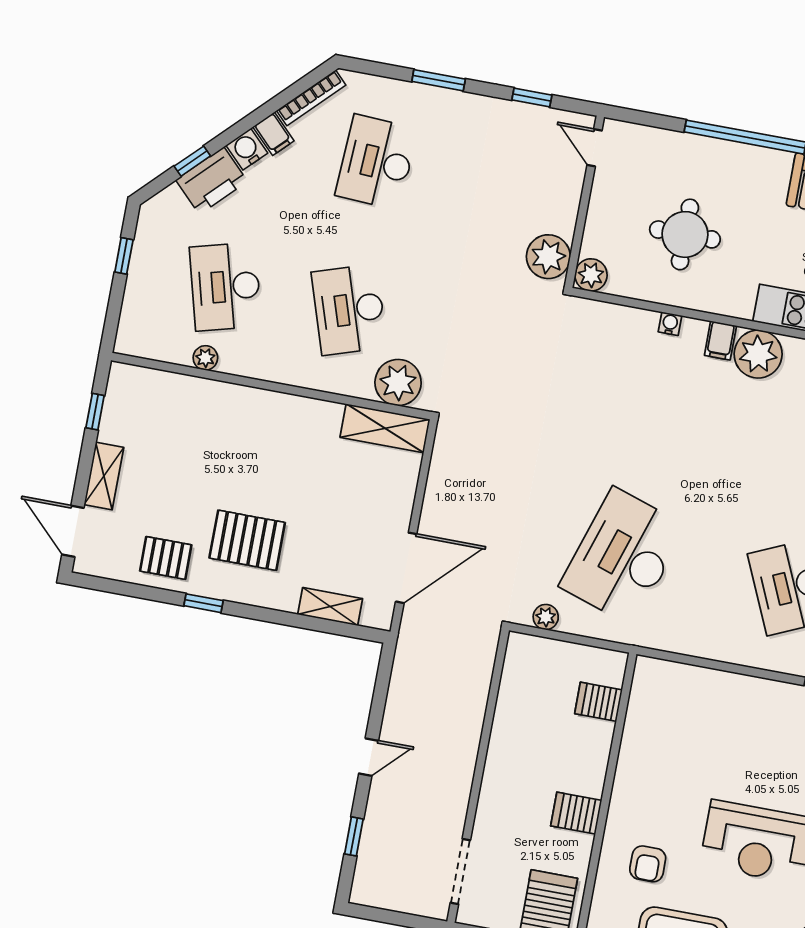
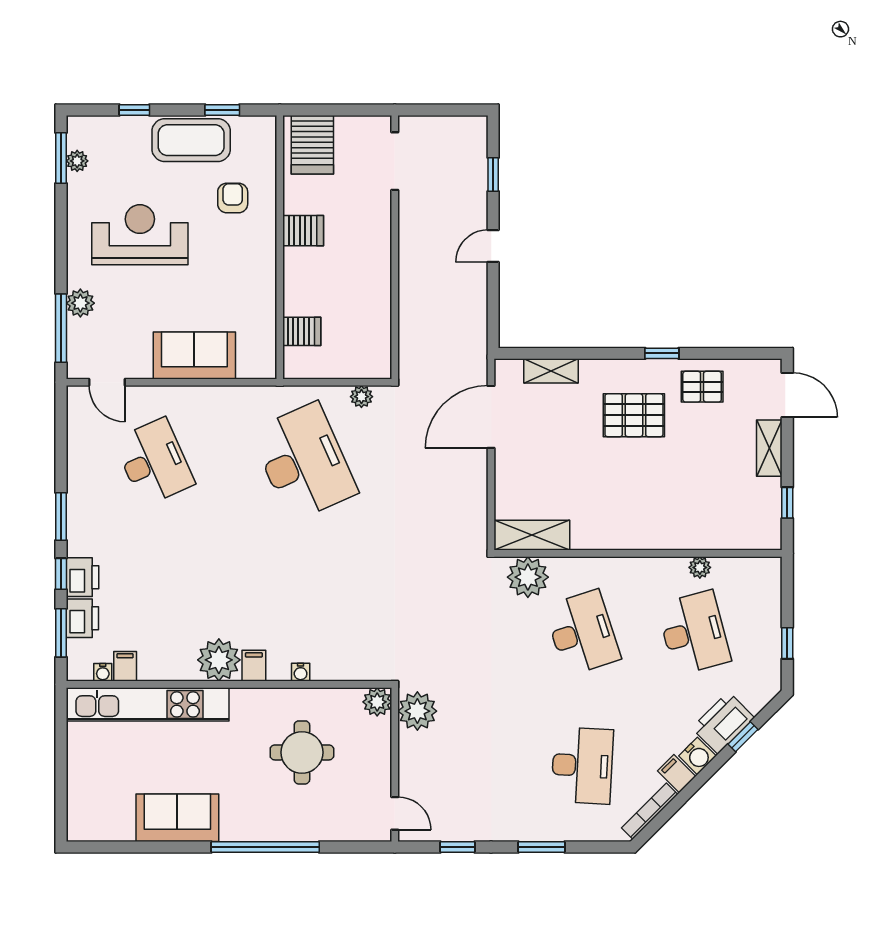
desk: (623, 556) -> (304, 462), turned -42
sofa: (723, 697) -> (194, 355), added

